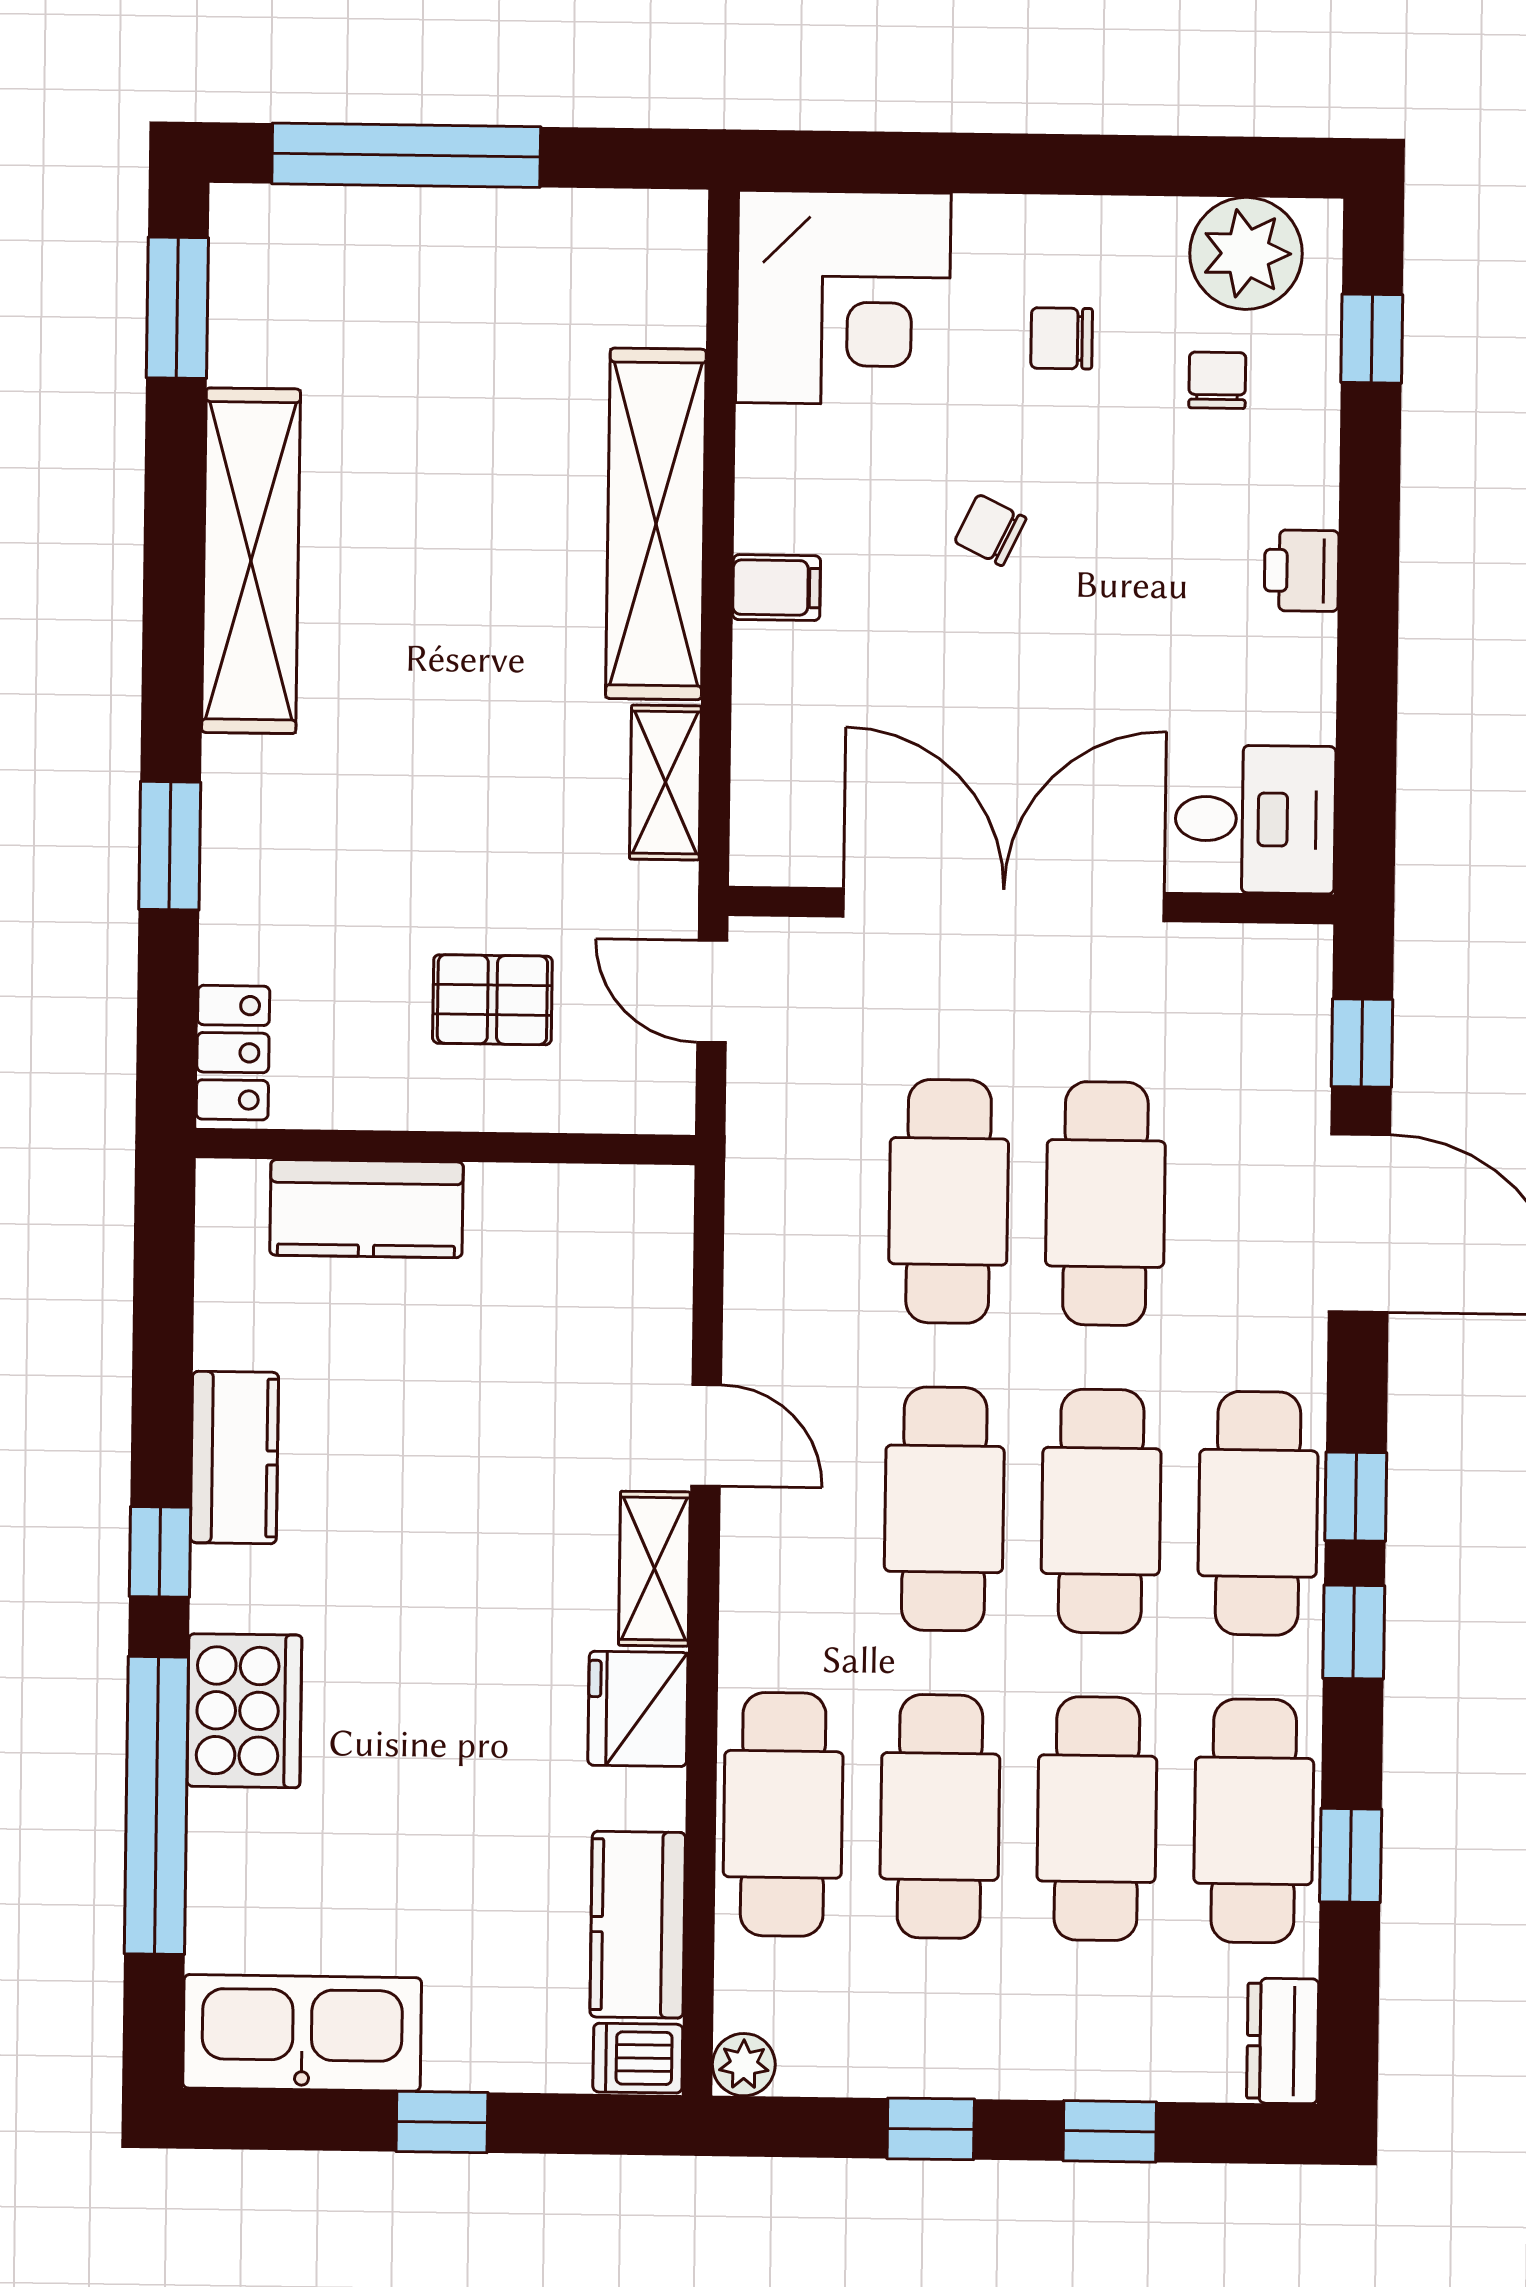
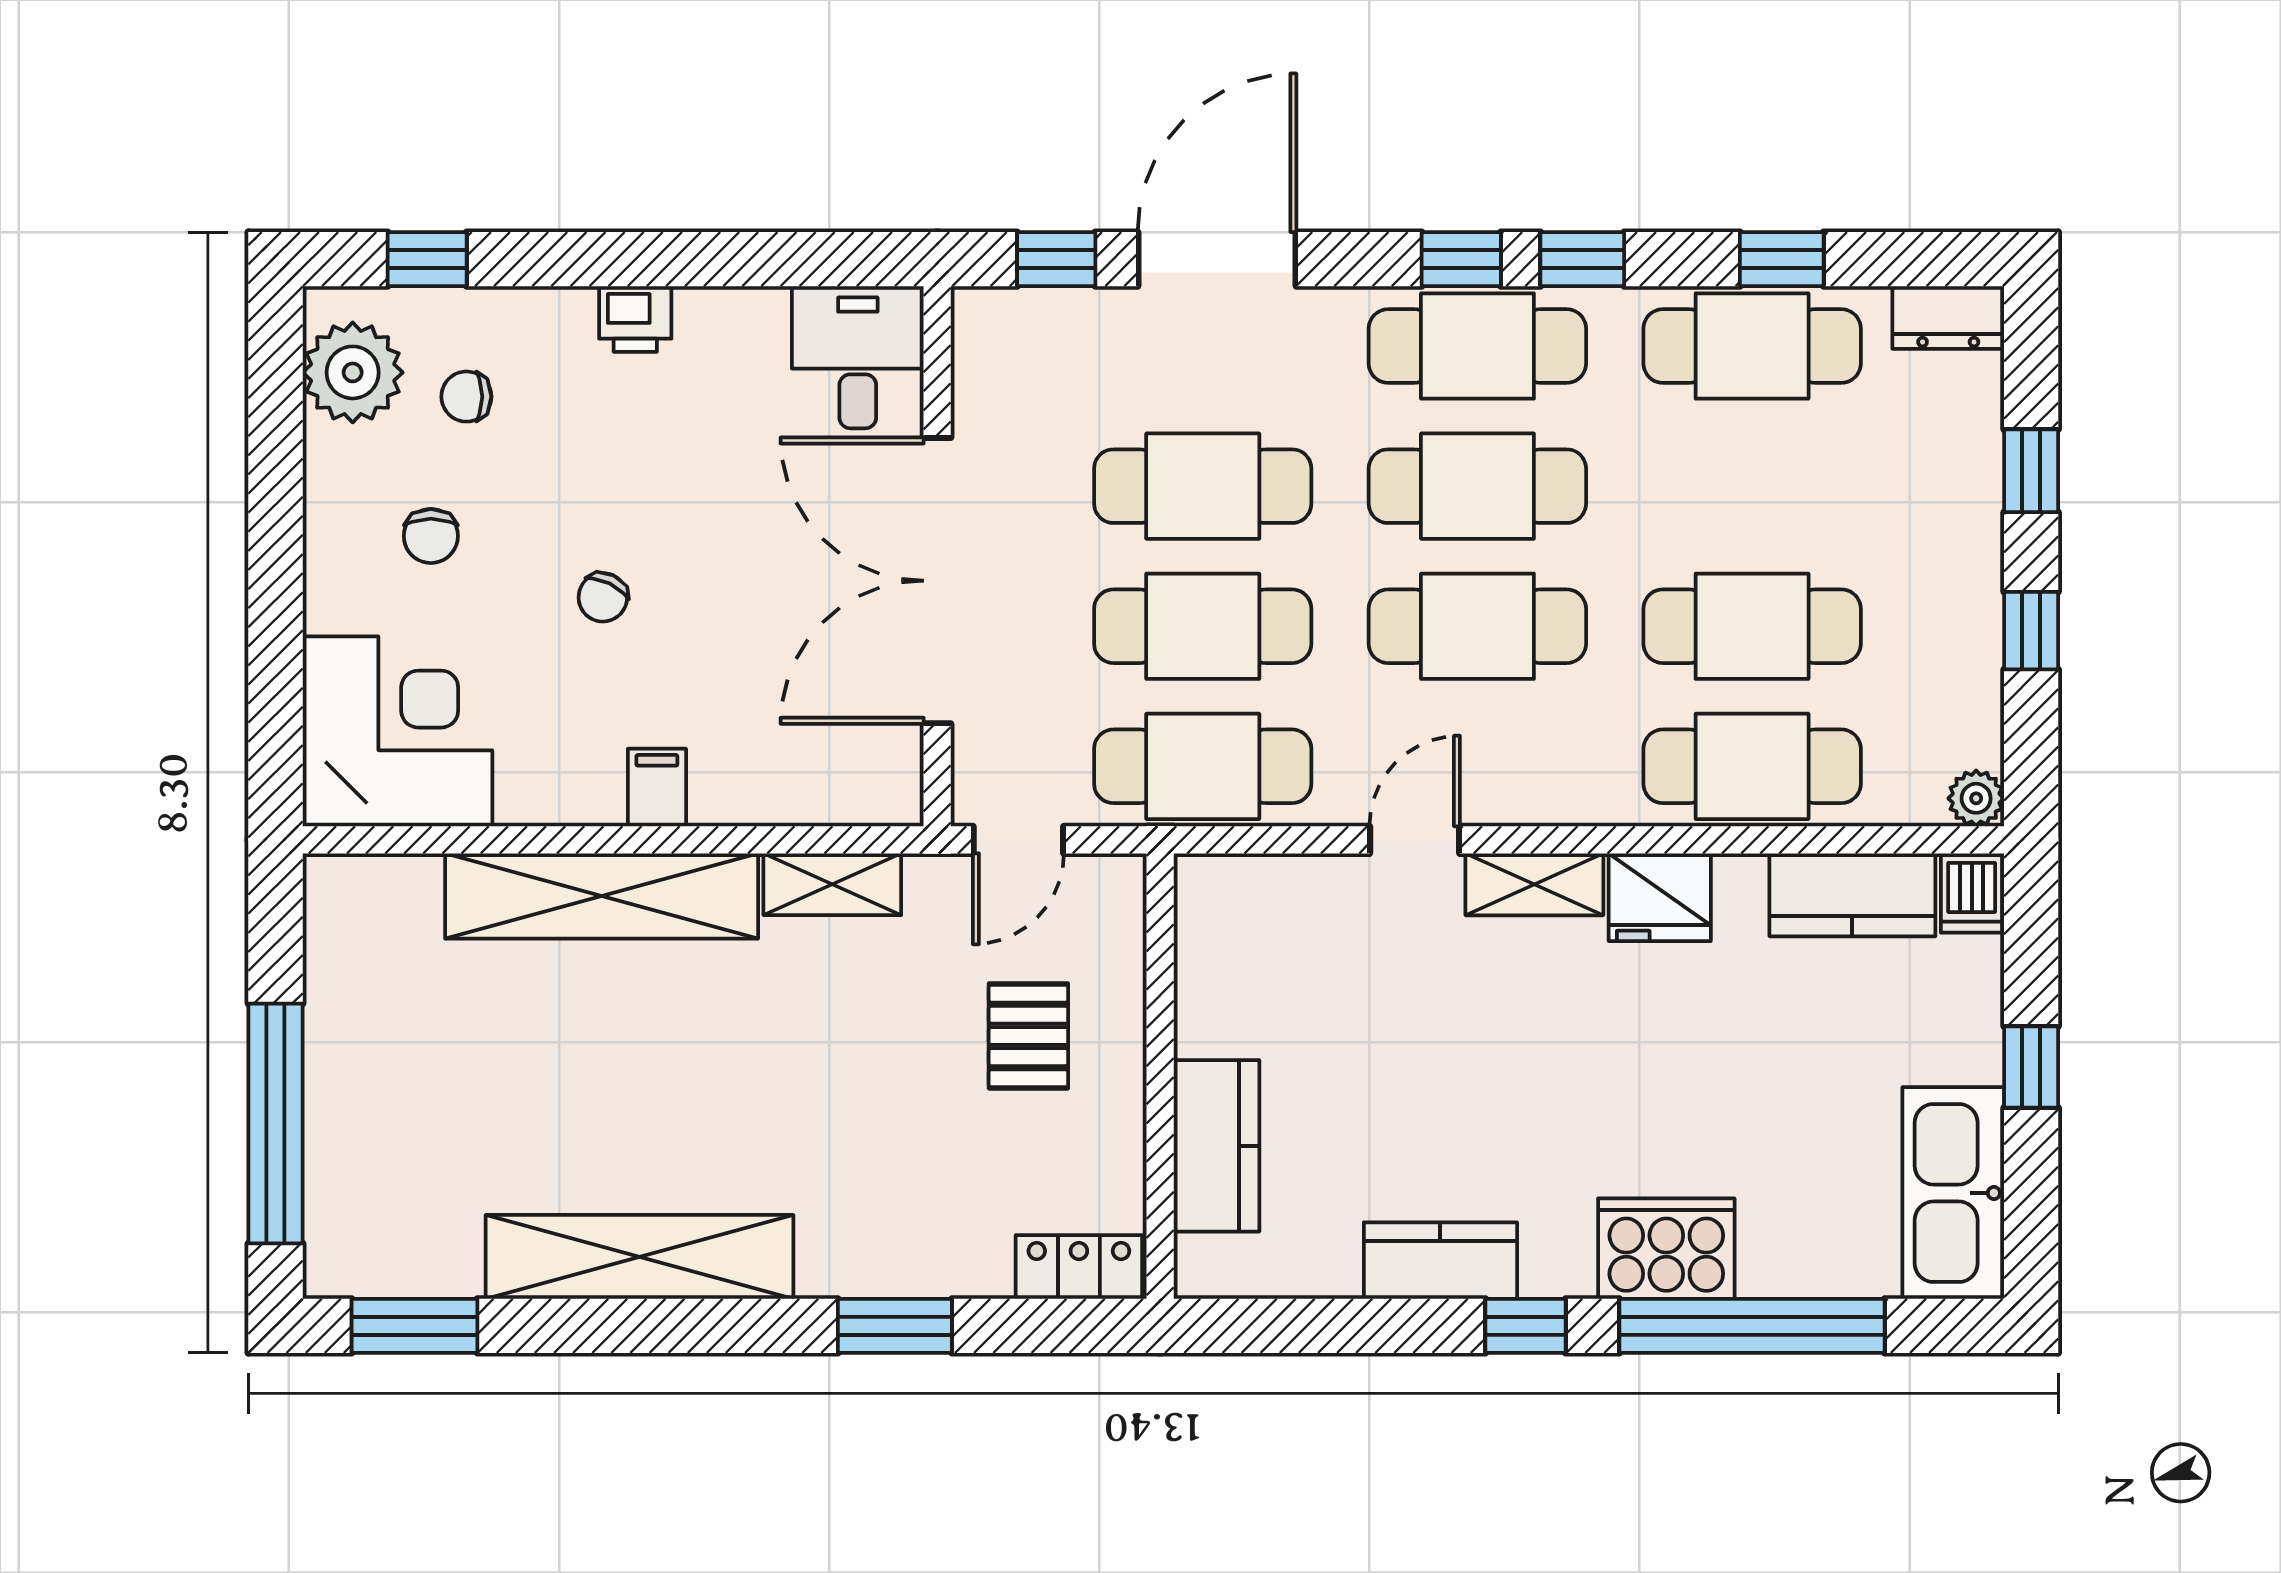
cafe table: (1097, 1819) -> (1203, 766), moved

